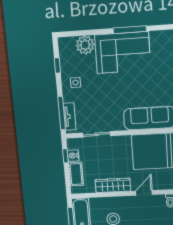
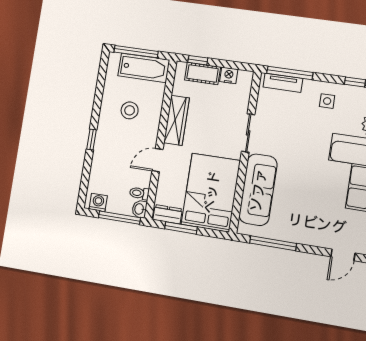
sliding door: (97, 134) -> (248, 133), moved
window: (65, 156) -> (198, 60), moved
door: (144, 193) -> (157, 160), swing flipped

